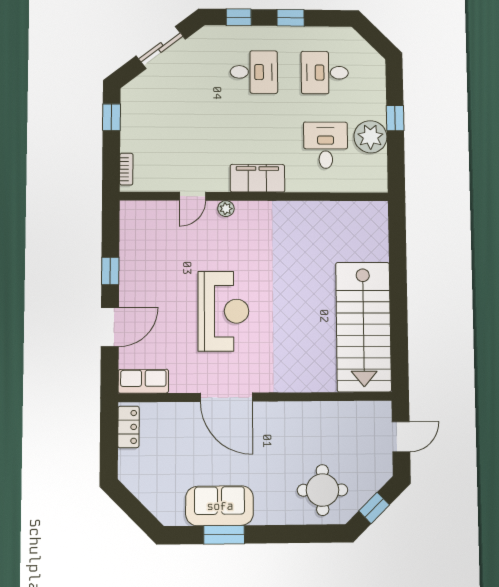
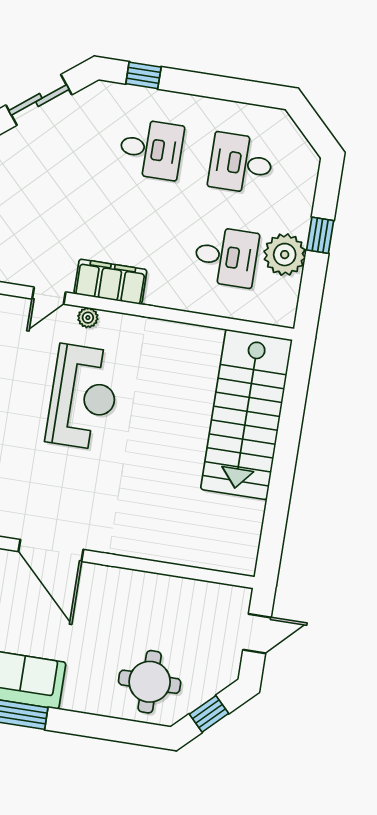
window: (291, 18) -> (209, 86), removed
desk: (326, 145) -> (226, 257), turned 90
filing cabinet: (257, 178) -> (110, 282), moved
reception desk: (223, 311) -> (83, 397), moved
stairs: (363, 327) -> (246, 415), moved

